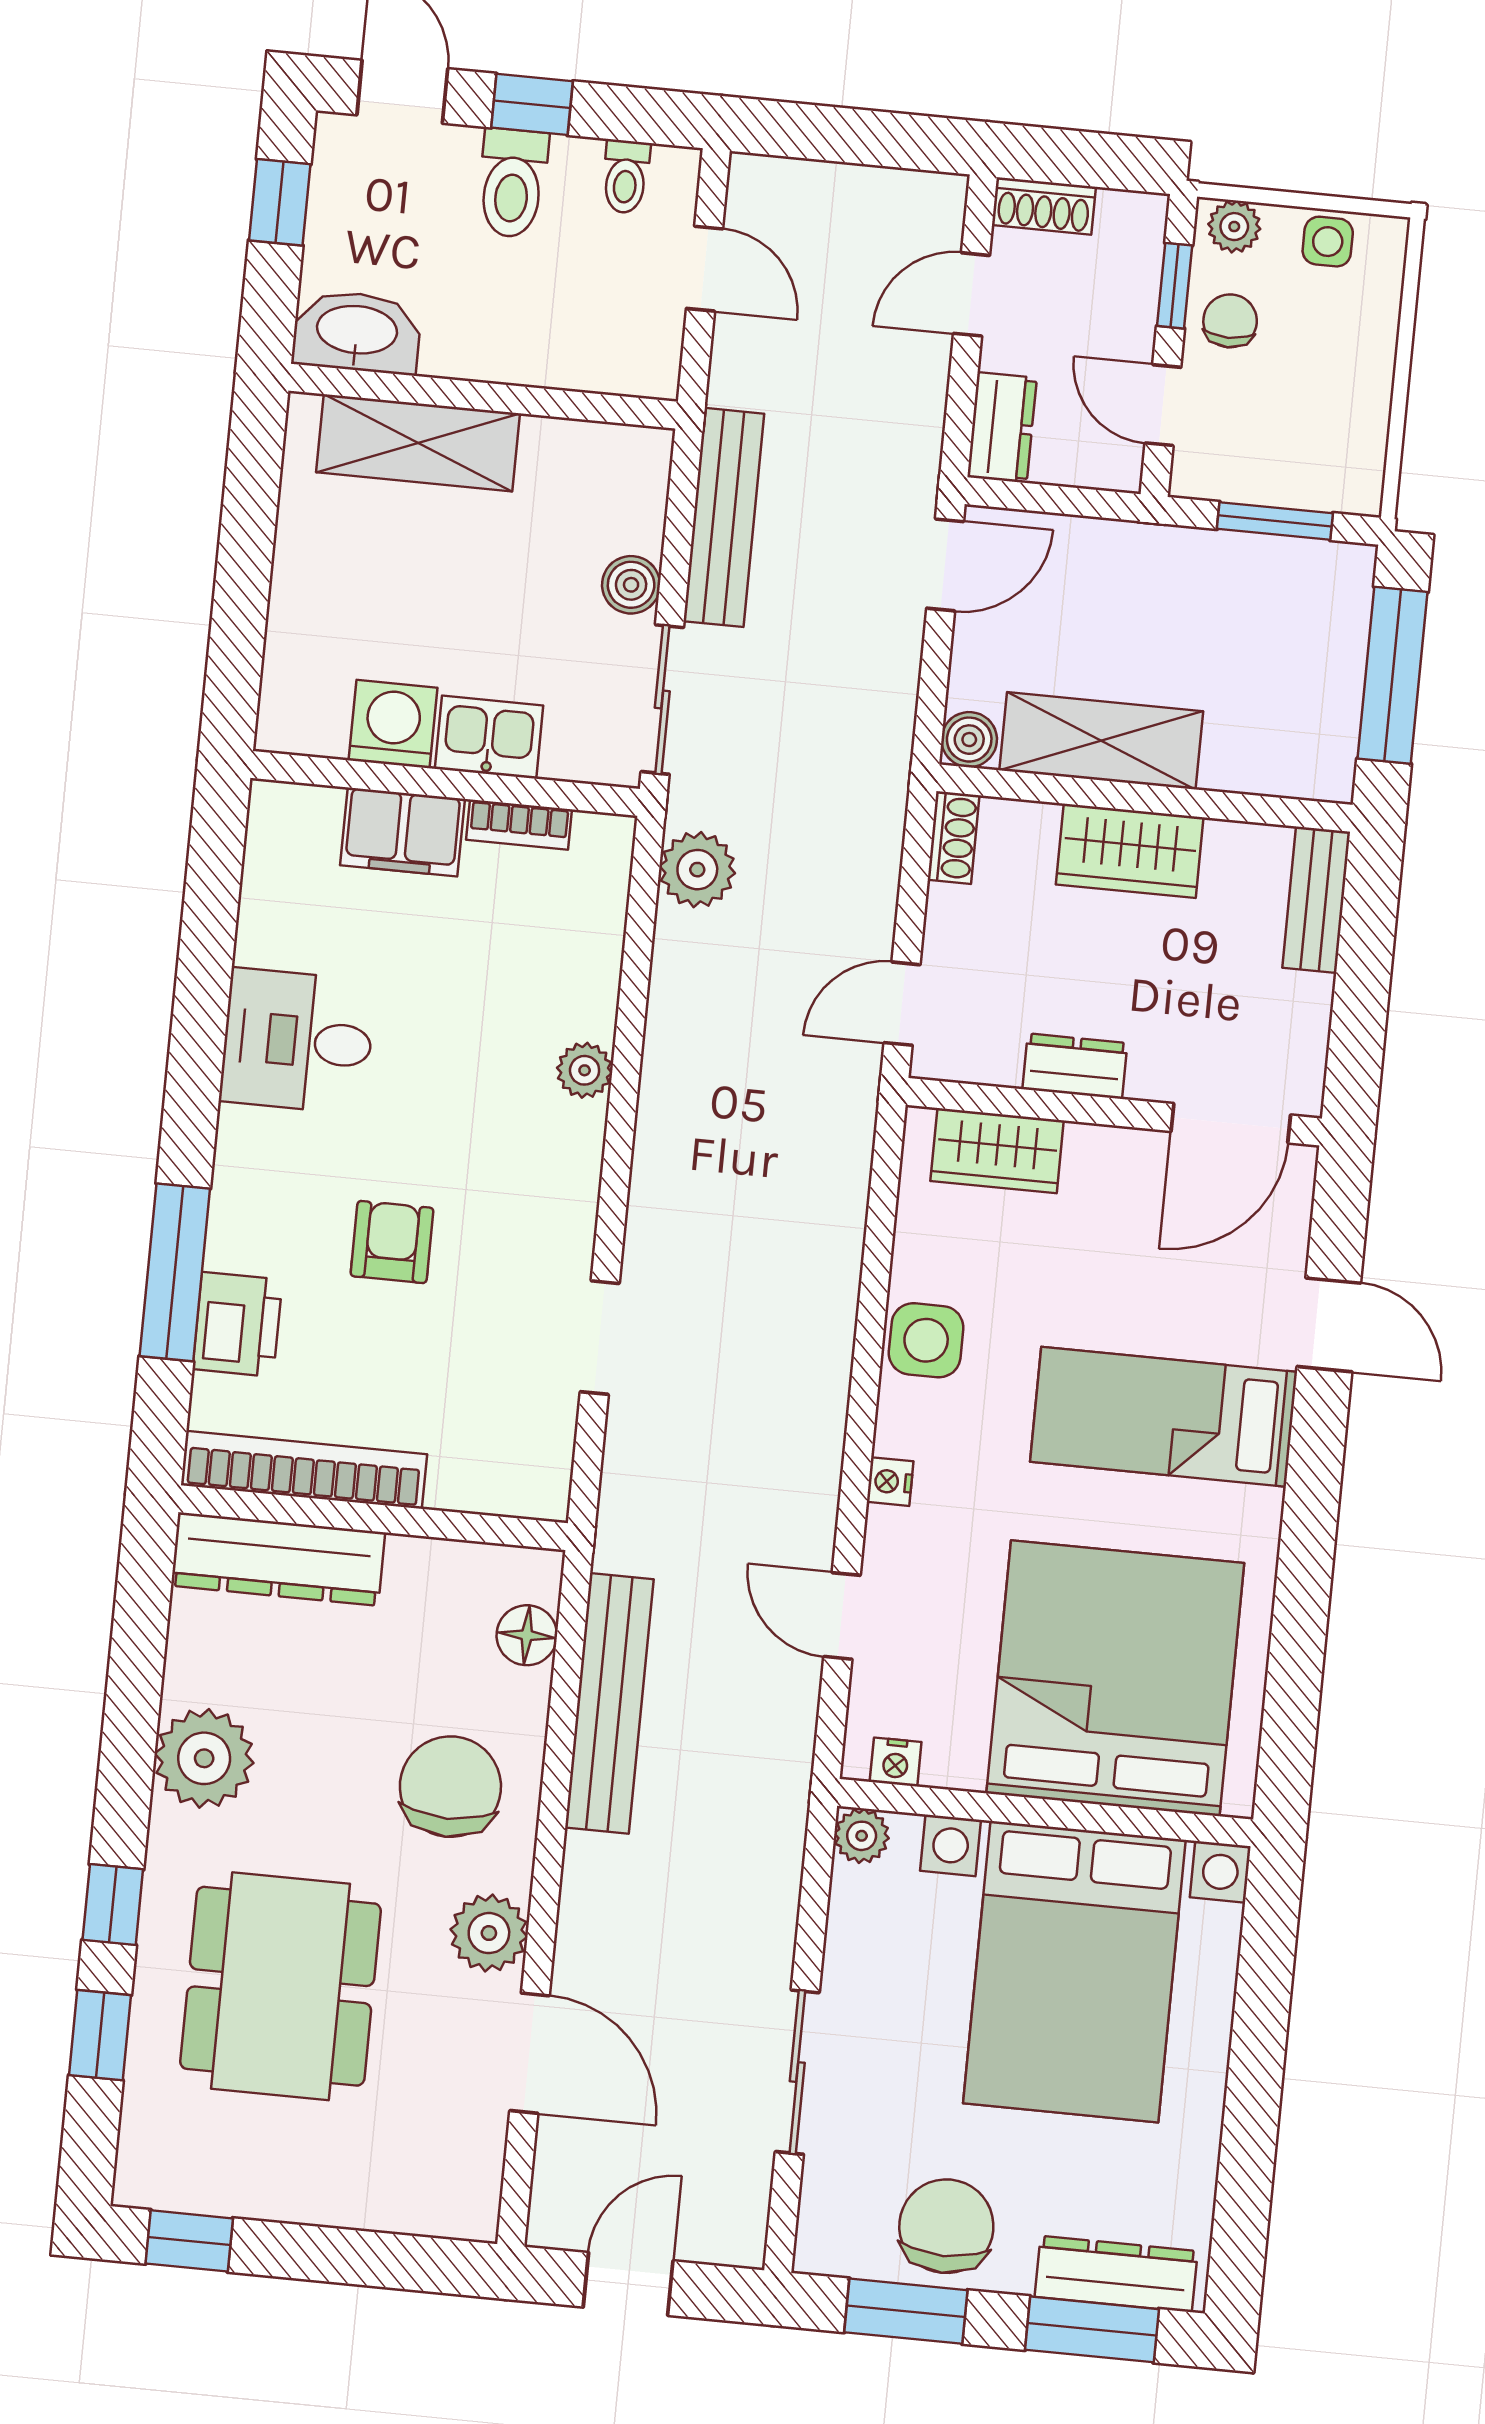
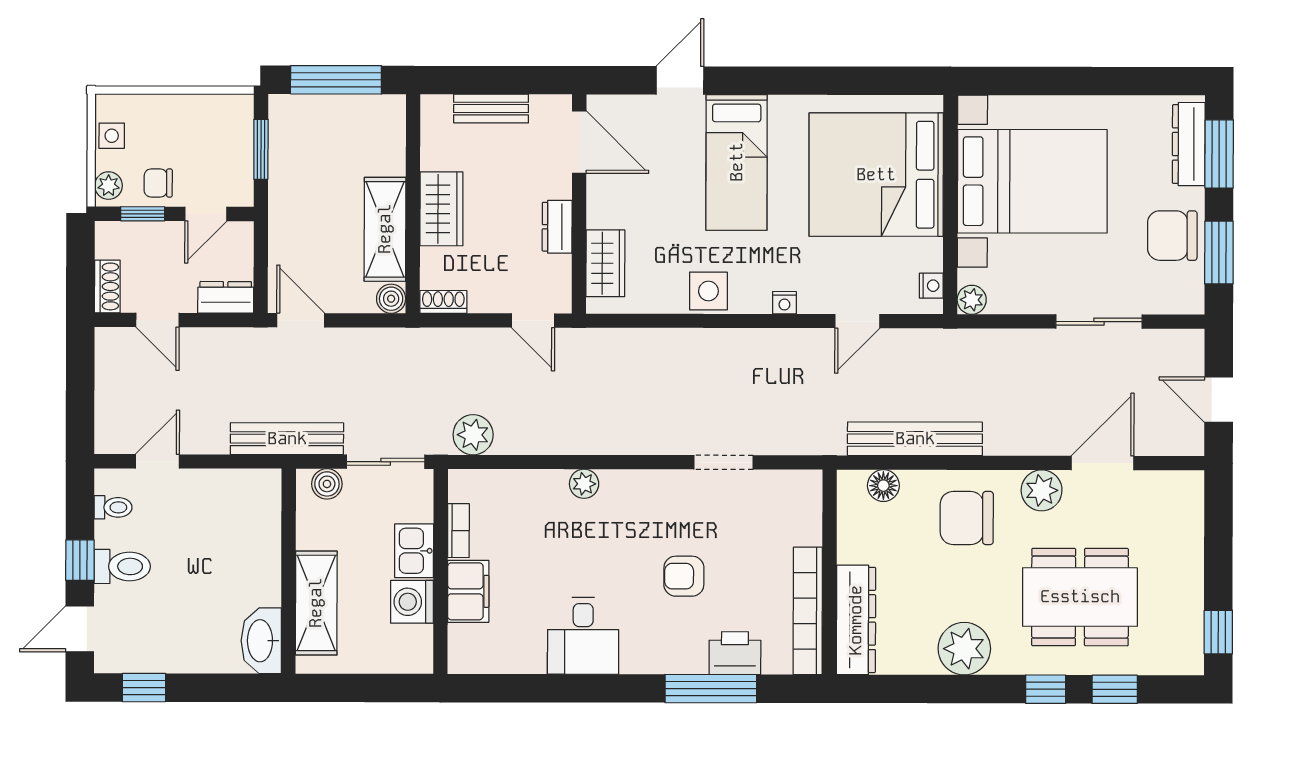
washbasin: (357, 332) -> (261, 641), moved
wall: (483, 396) -> (289, 571), moved
shelving: (418, 443) -> (316, 603), moved
bench: (1316, 900) -> (491, 109), moved

